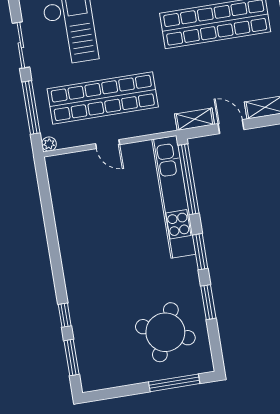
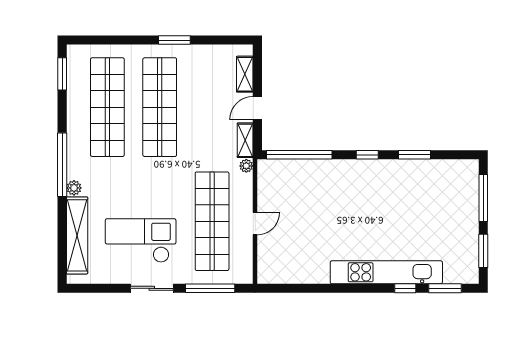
plant: (49, 144) -> (246, 166), moved
kitchen unit: (174, 197) -> (386, 272), moved, turned 180
window: (200, 252) -> (367, 155), width x0.67
round table: (165, 332) -> (436, 199), removed
window: (118, 392) -> (483, 251), added

